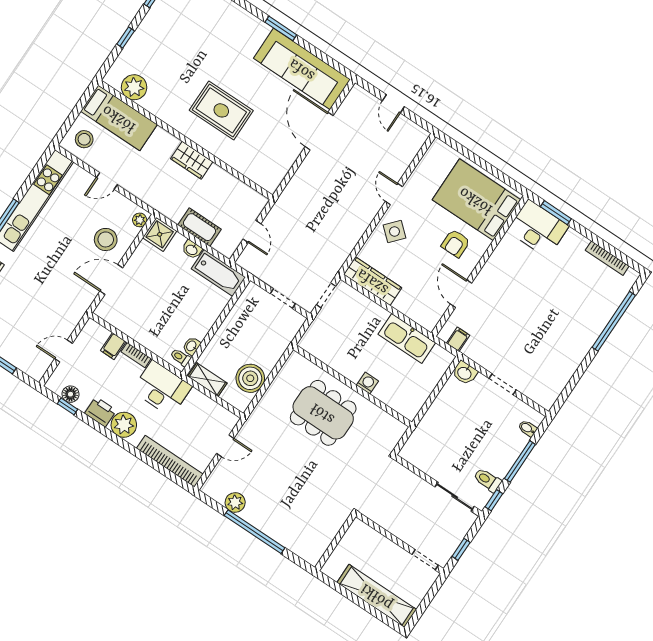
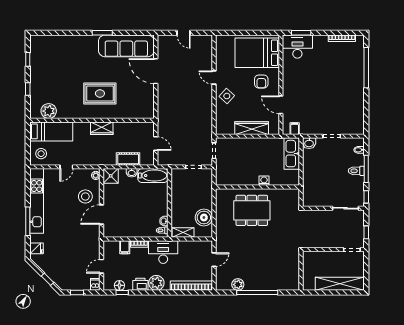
wardrobe: (373, 281) -> (252, 128), moved
kitchen sink: (407, 338) -> (292, 154), moved, turned 90
dishwasher: (38, 370) -> (95, 284), added
toilet: (487, 480) -> (356, 171), moved

